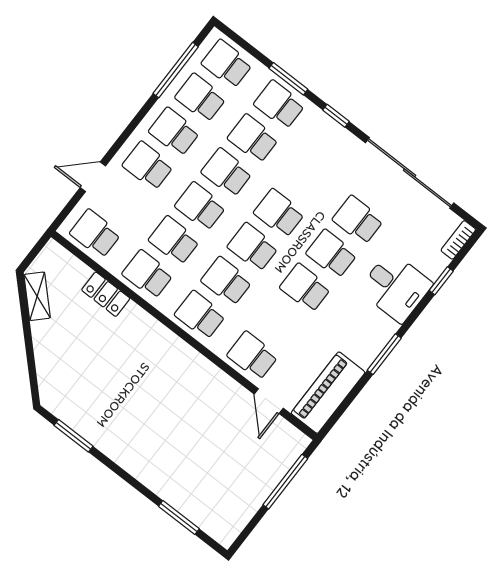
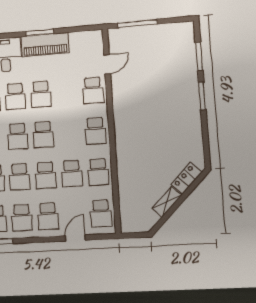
door: (93, 177) -> (75, 238), swing flipped
school desk: (226, 281) -> (69, 133), removed
locker: (106, 294) -> (187, 178), moved, turned -135
shelving: (37, 296) -> (167, 202), moved
piano: (328, 393) -> (45, 44), moved
window: (73, 436) -> (202, 96), moved

